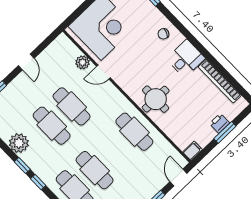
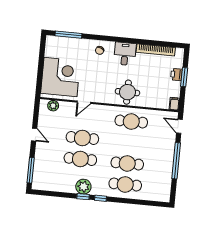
plant: (83, 62) -> (53, 106), moved
plant: (19, 143) -> (83, 187), moved

